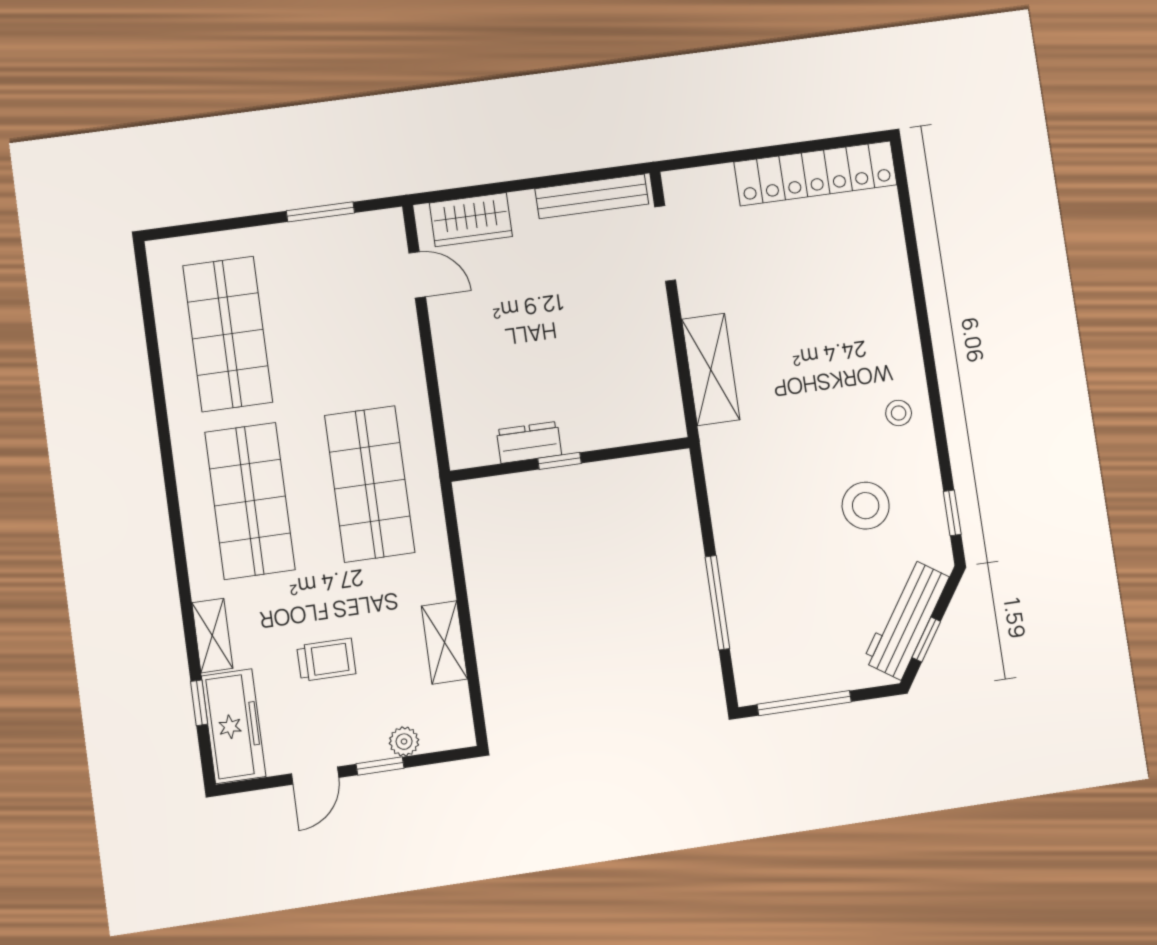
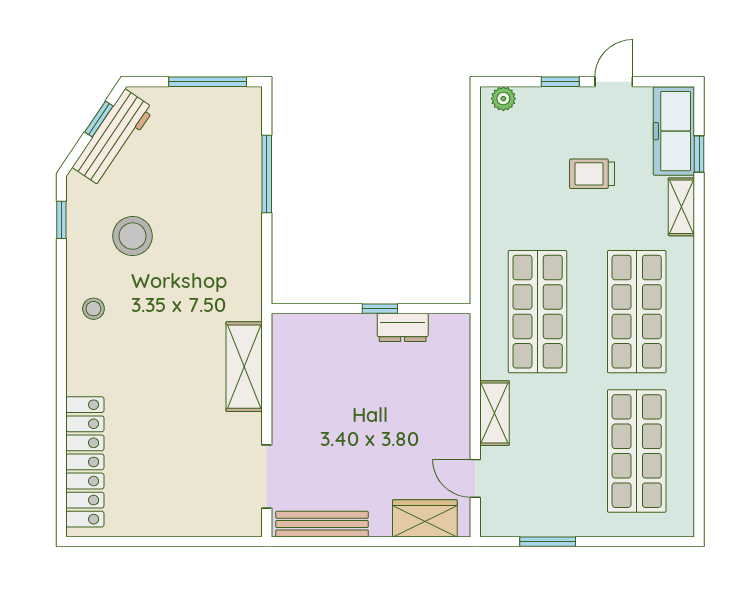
locker: (815, 173) -> (85, 462), moved, turned 90
shelving: (444, 642) -> (494, 413), moved
plant: (404, 742) -> (503, 99), moved

